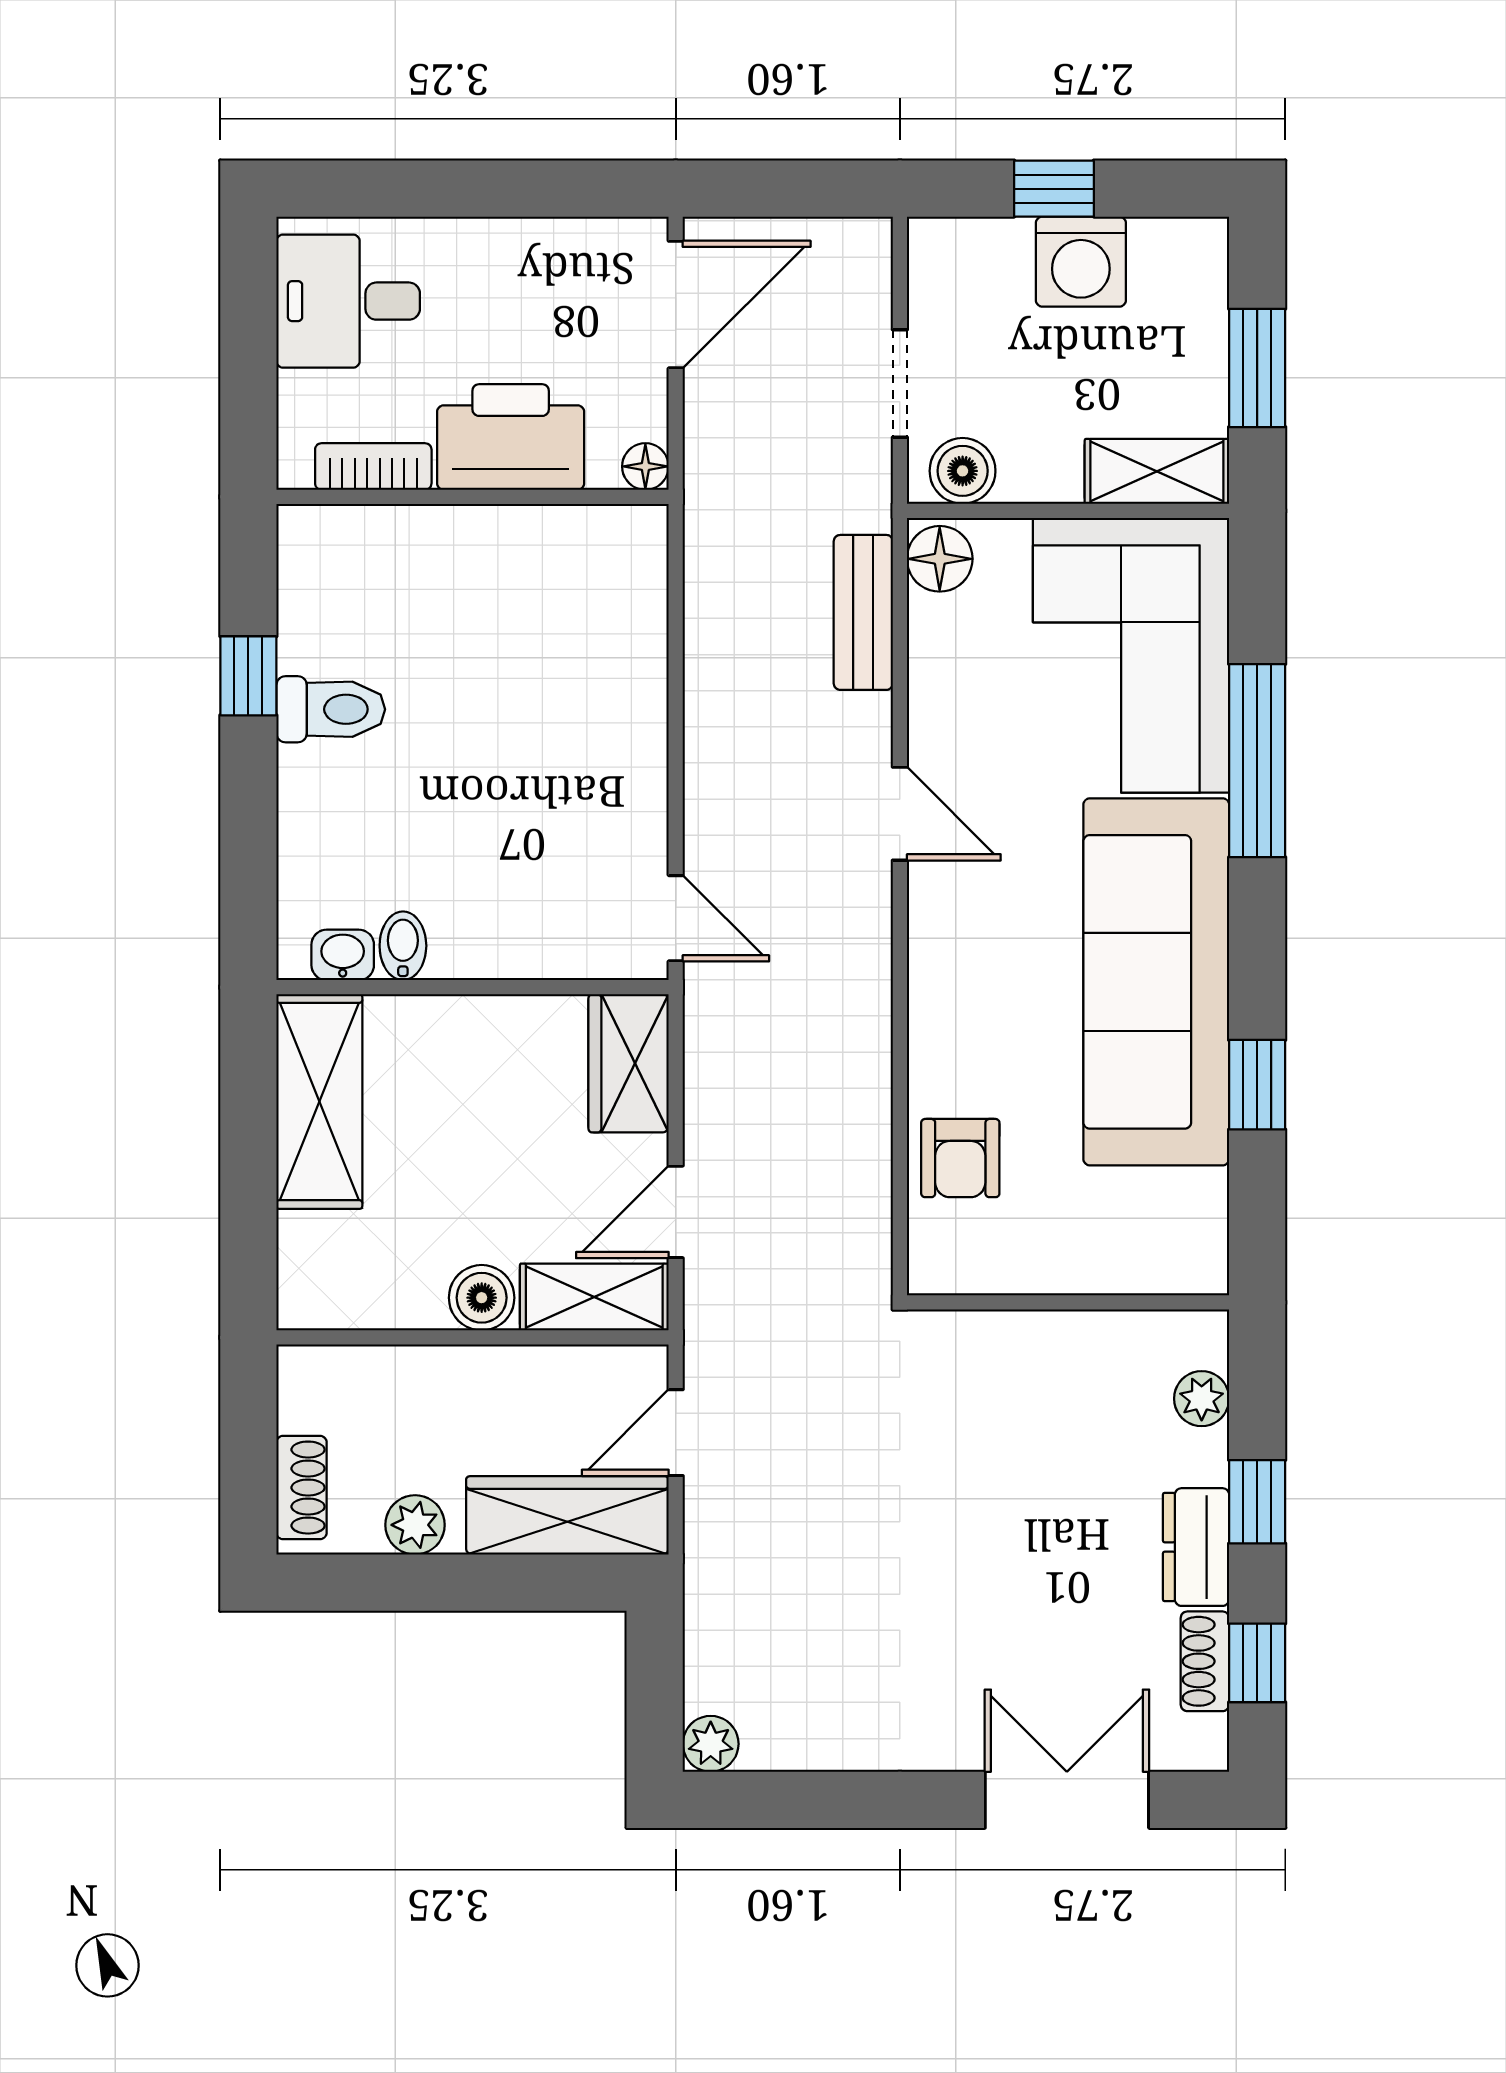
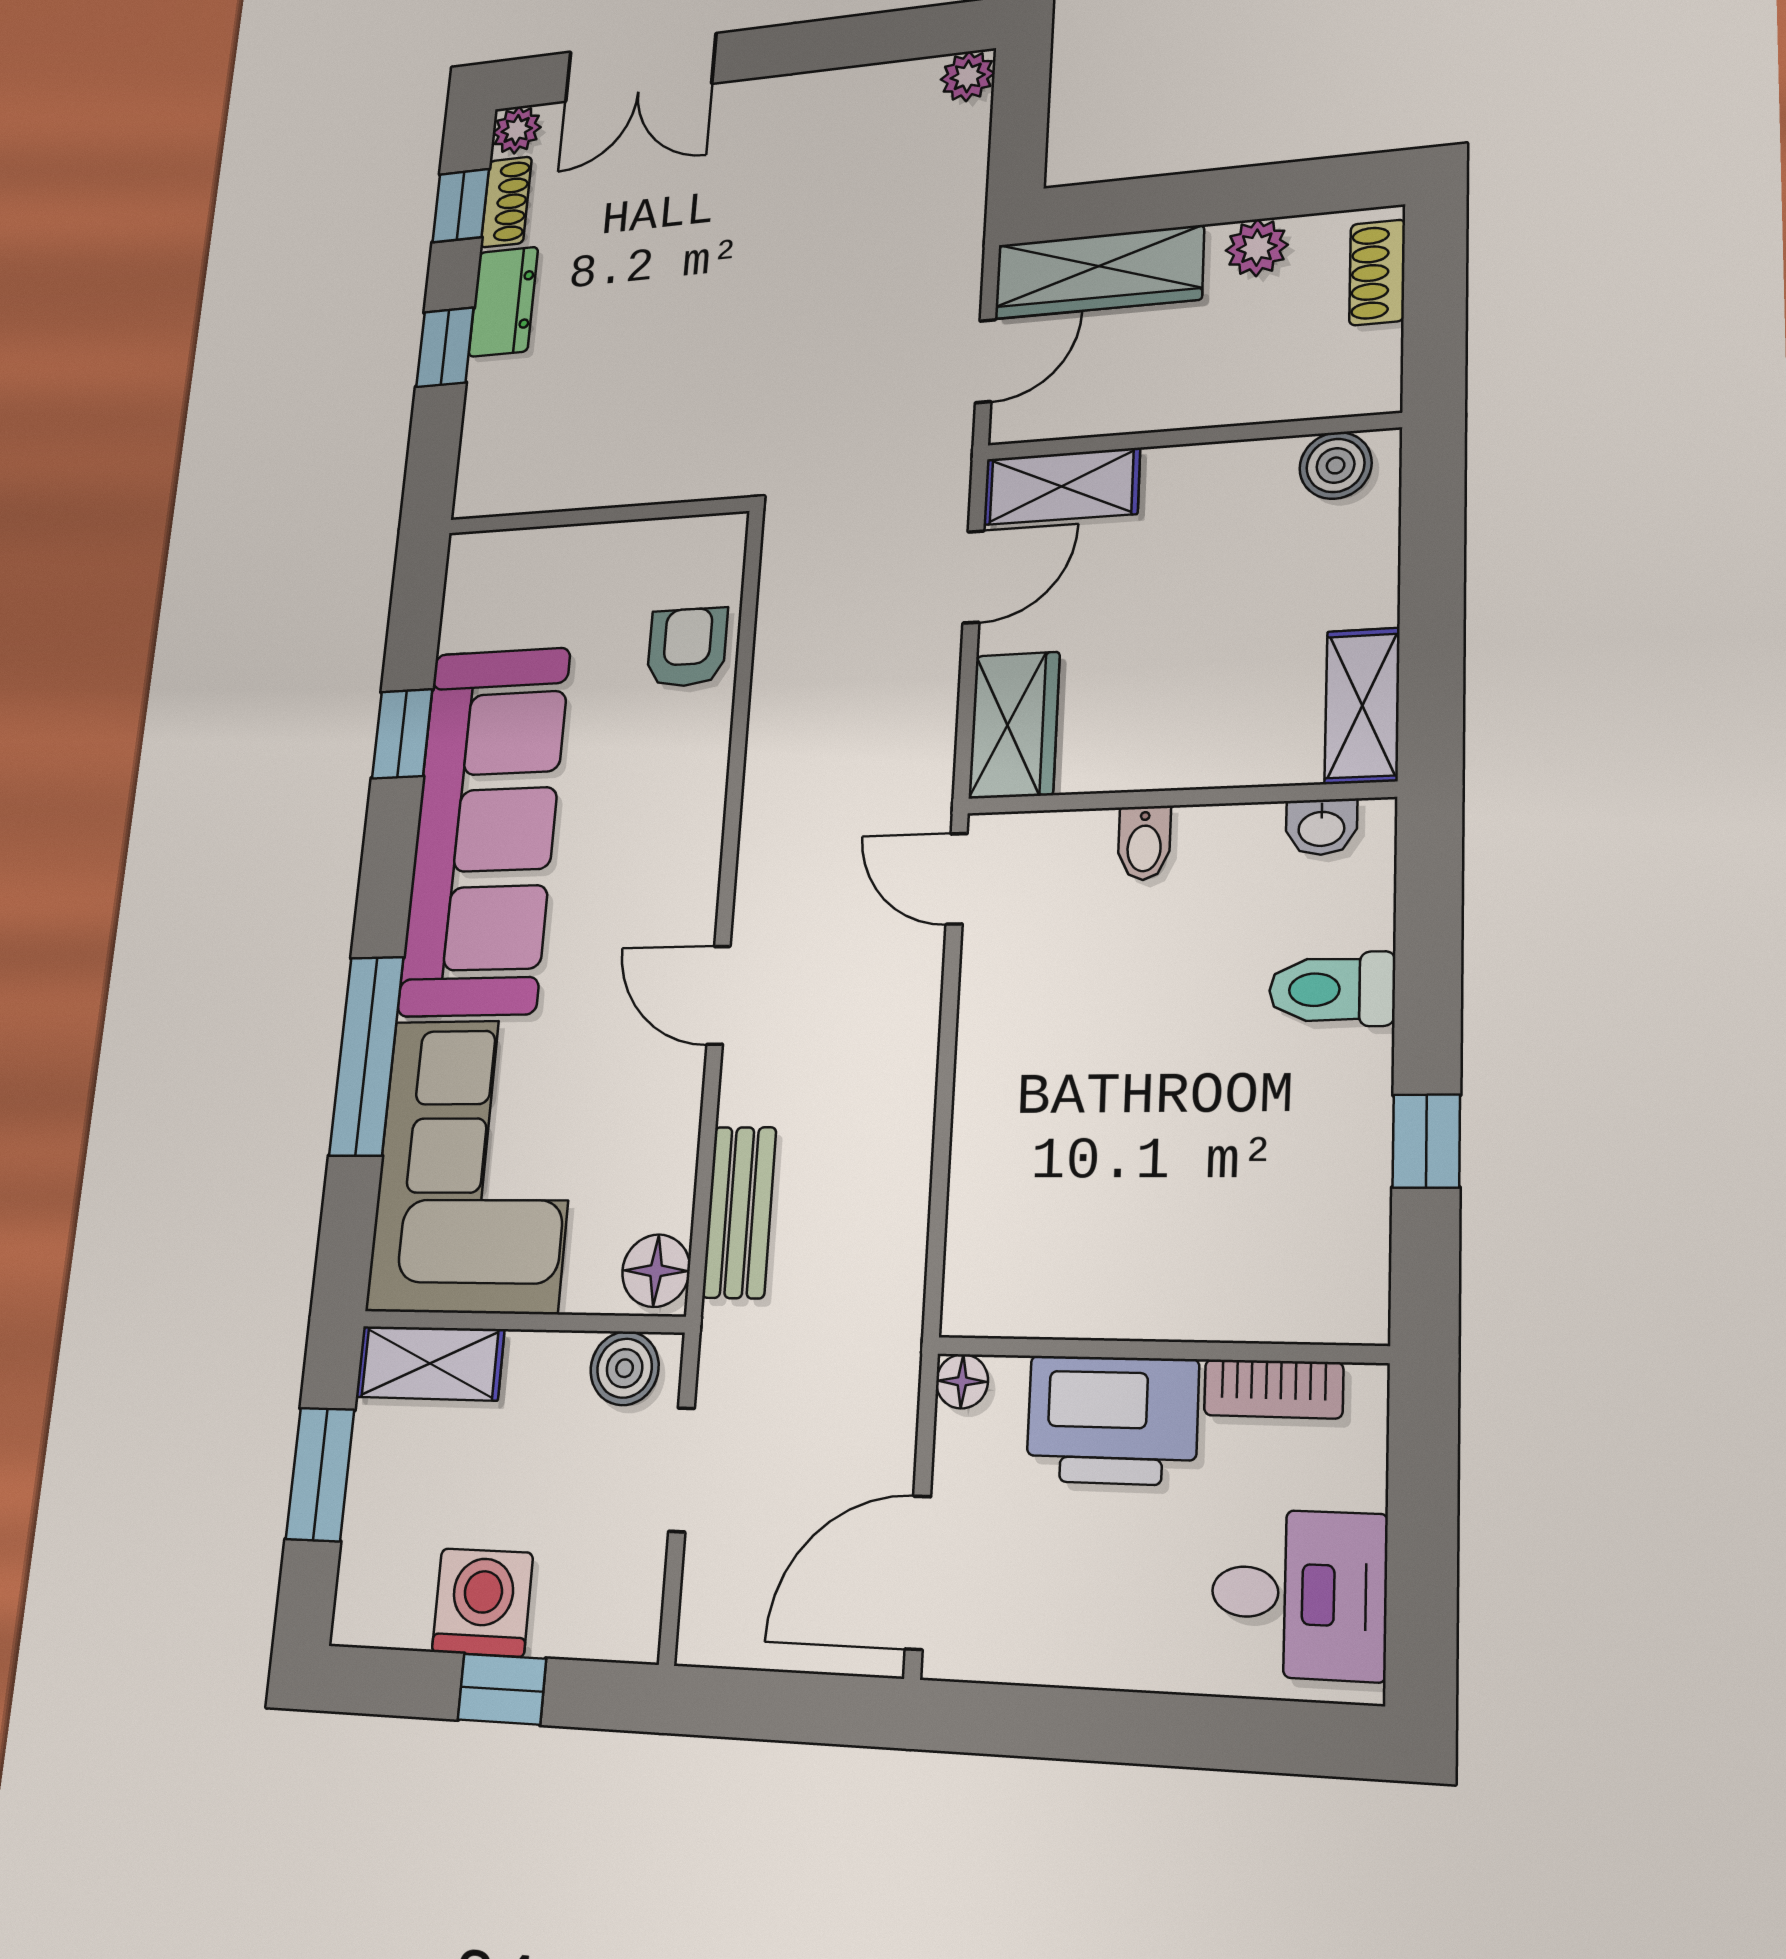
toilet: (331, 709) -> (1332, 989), moved
bidet: (403, 946) -> (1144, 843), moved
shelving: (319, 1101) -> (1362, 706), width x0.67, depth x0.75
boiler: (482, 1298) -> (1336, 465), moved
plant: (1202, 1399) -> (517, 130), moved

